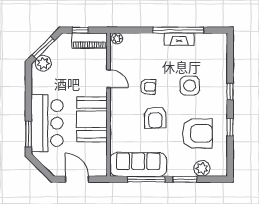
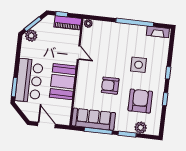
fireplace: (179, 39) -> (158, 32), moved
armchair: (148, 87) -> (107, 62), removed
armchair: (155, 117) -> (110, 86), turned 92
armchair: (197, 133) -> (140, 101), turned -90

